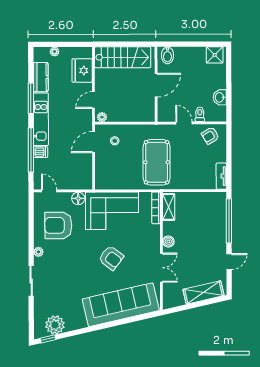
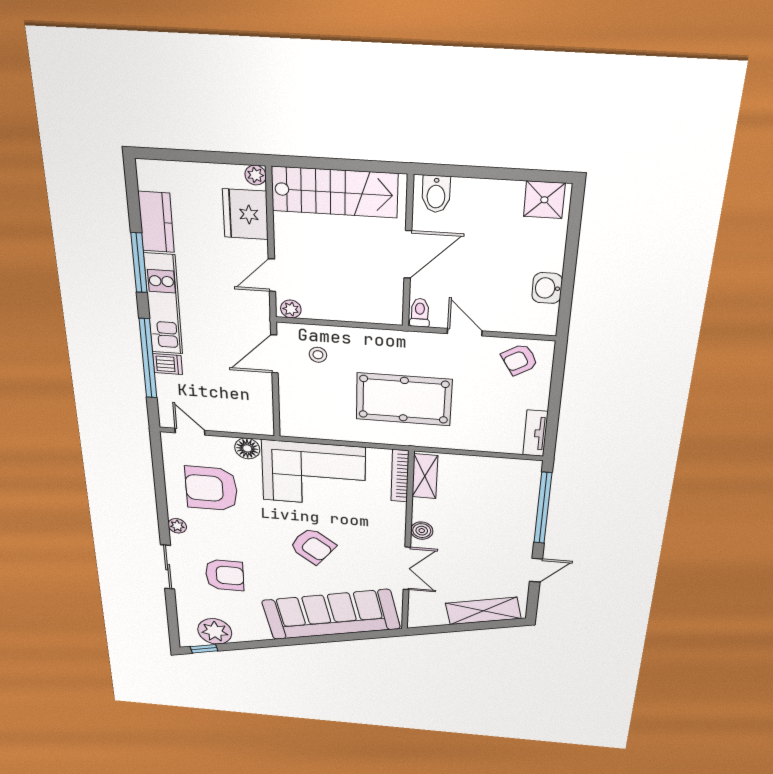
plant: (55, 52) -> (256, 175), moved
toilet: (200, 114) -> (420, 313), moved
pool table: (157, 162) -> (404, 399), turned 90
armchair: (63, 283) -> (225, 575), added

